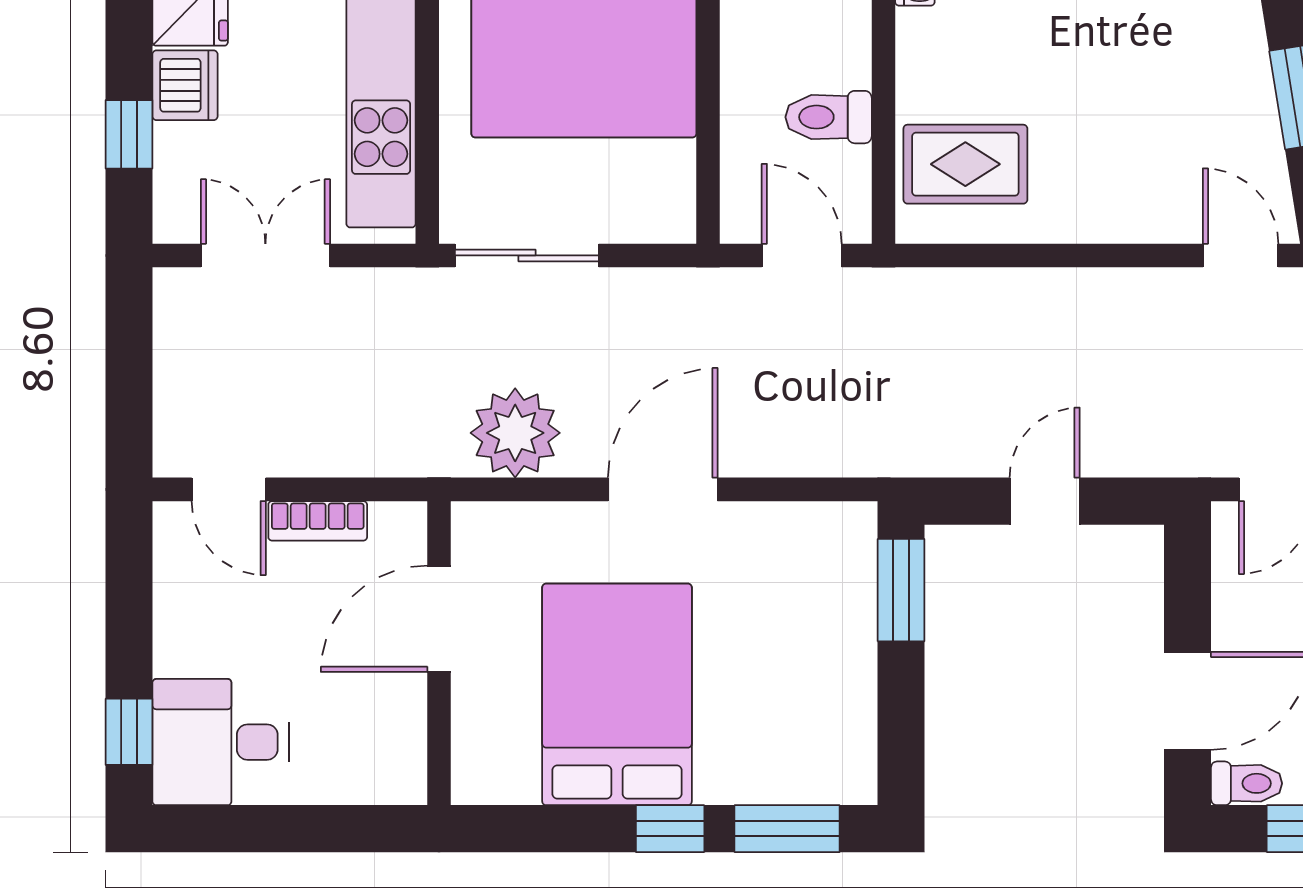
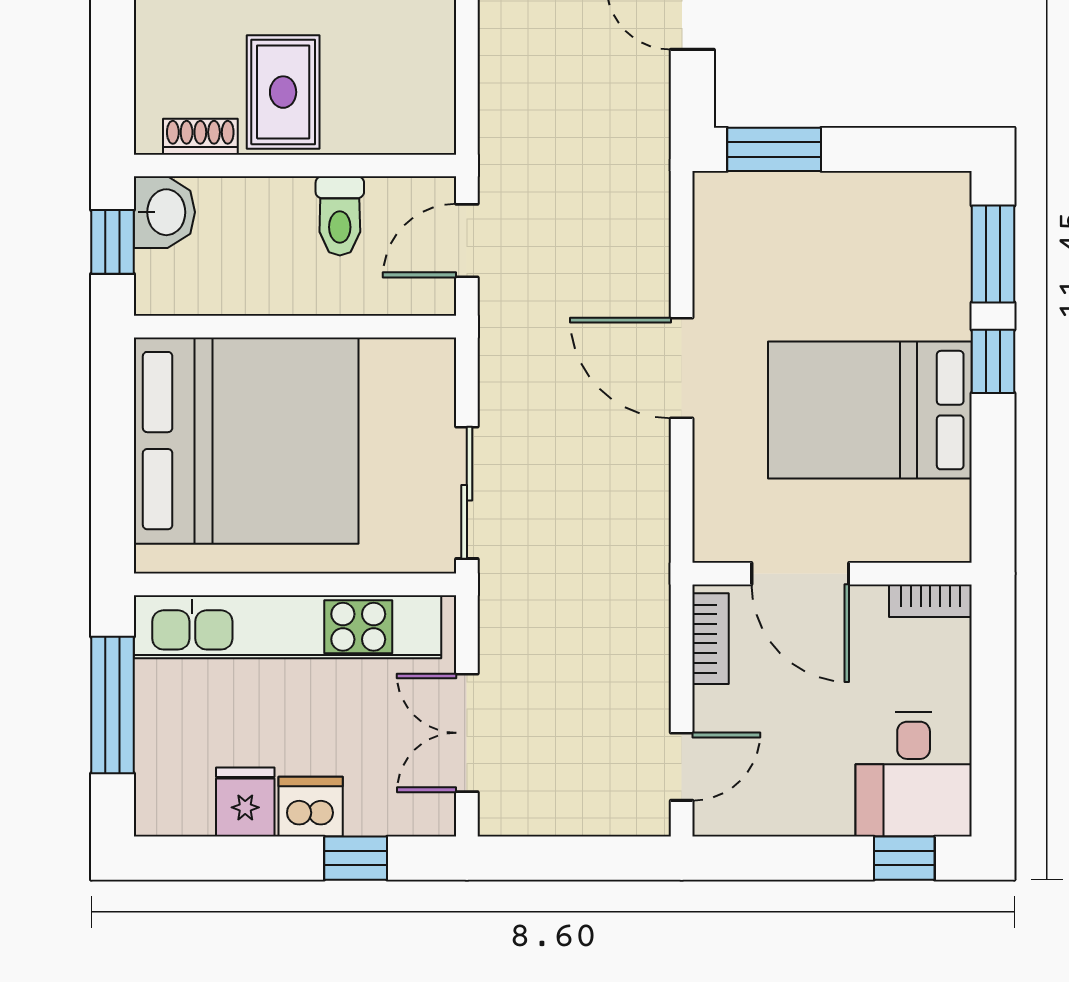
rug: (965, 164) -> (283, 92), moved
plant: (515, 433) -> (630, 504), removed
bookcase: (318, 521) -> (711, 639), moved
bookcase: (409, 760) -> (930, 601), added

